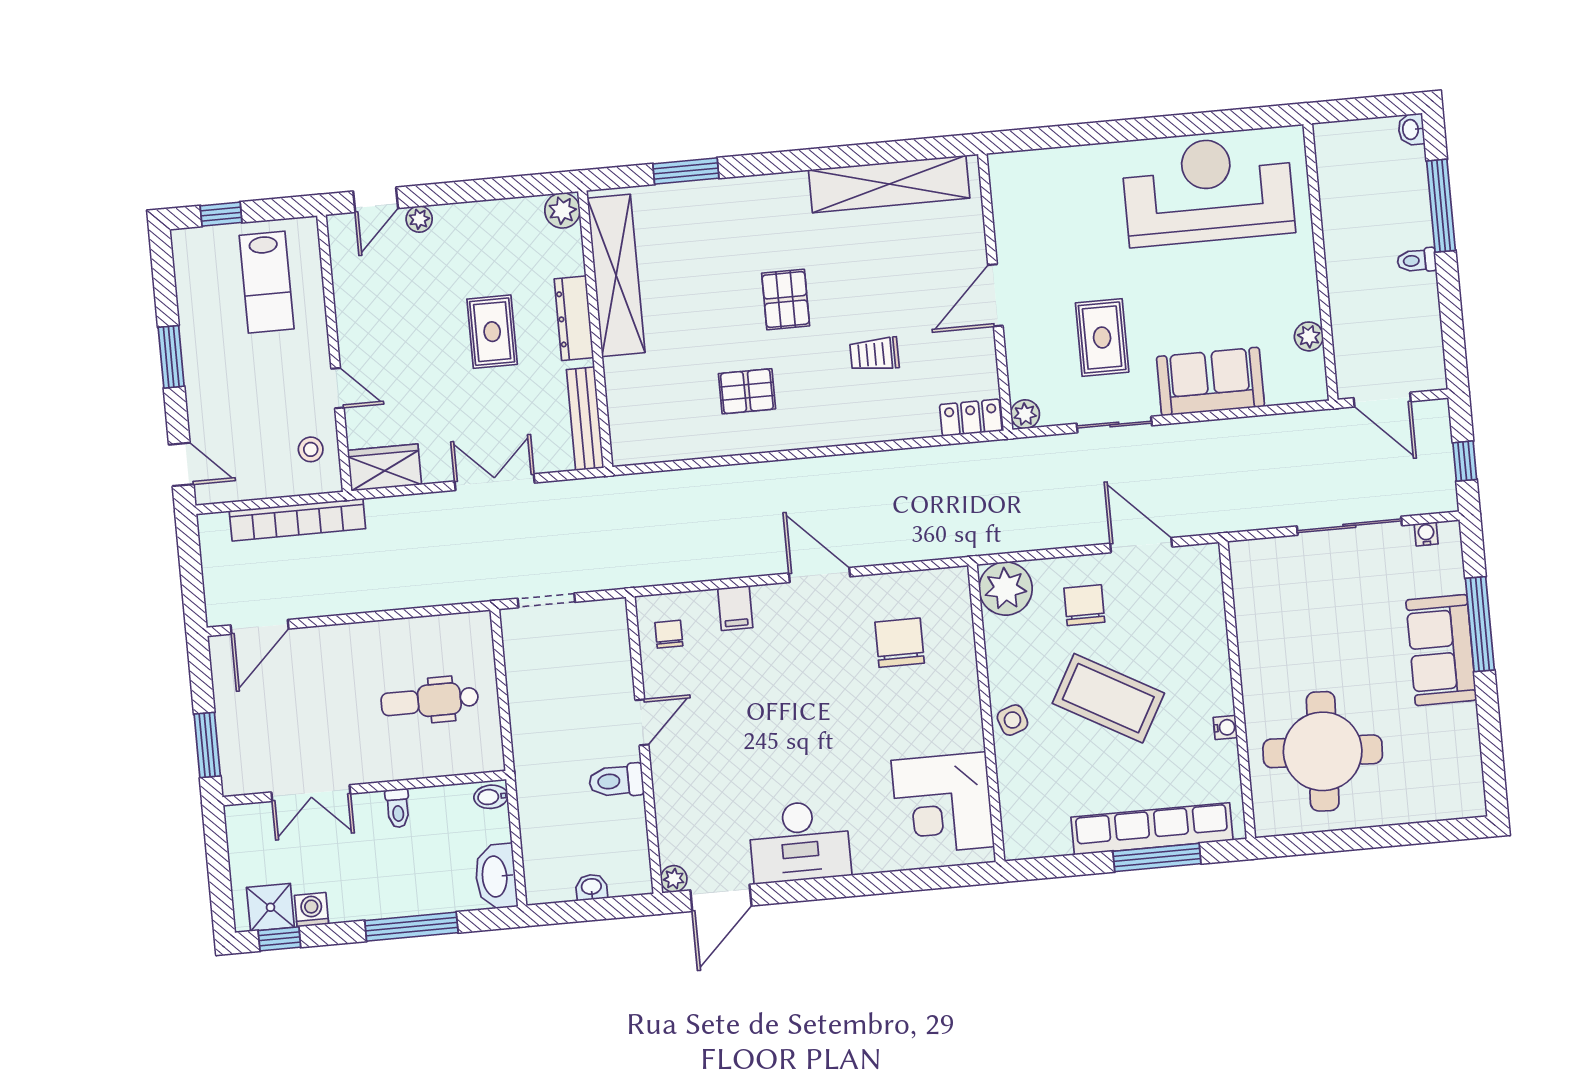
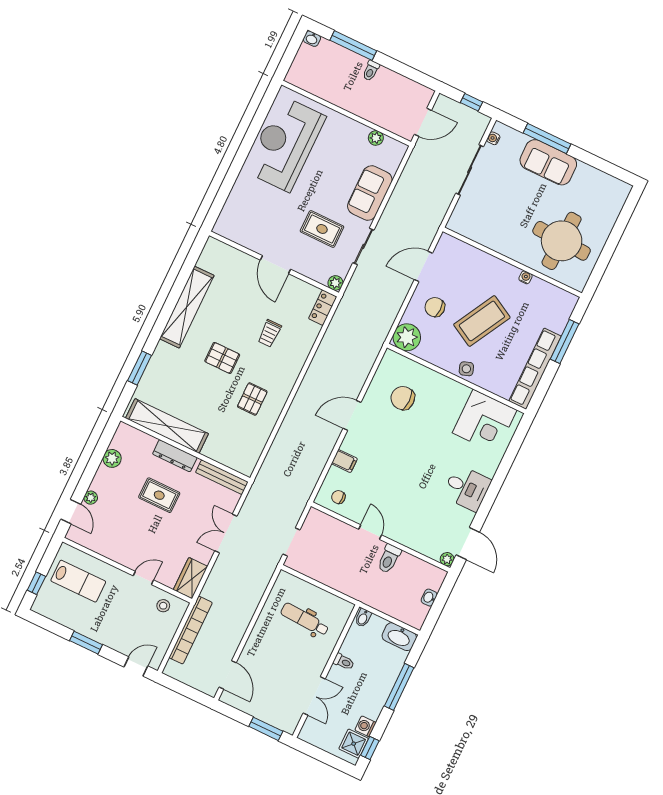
shelving: (889, 184) -> (187, 307), moved
plant: (562, 210) -> (112, 458), moved
dental chair: (430, 701) -> (305, 619), turned 93
row of seats: (1152, 829) -> (535, 369), moved
desk: (800, 842) -> (467, 488), width x0.73

